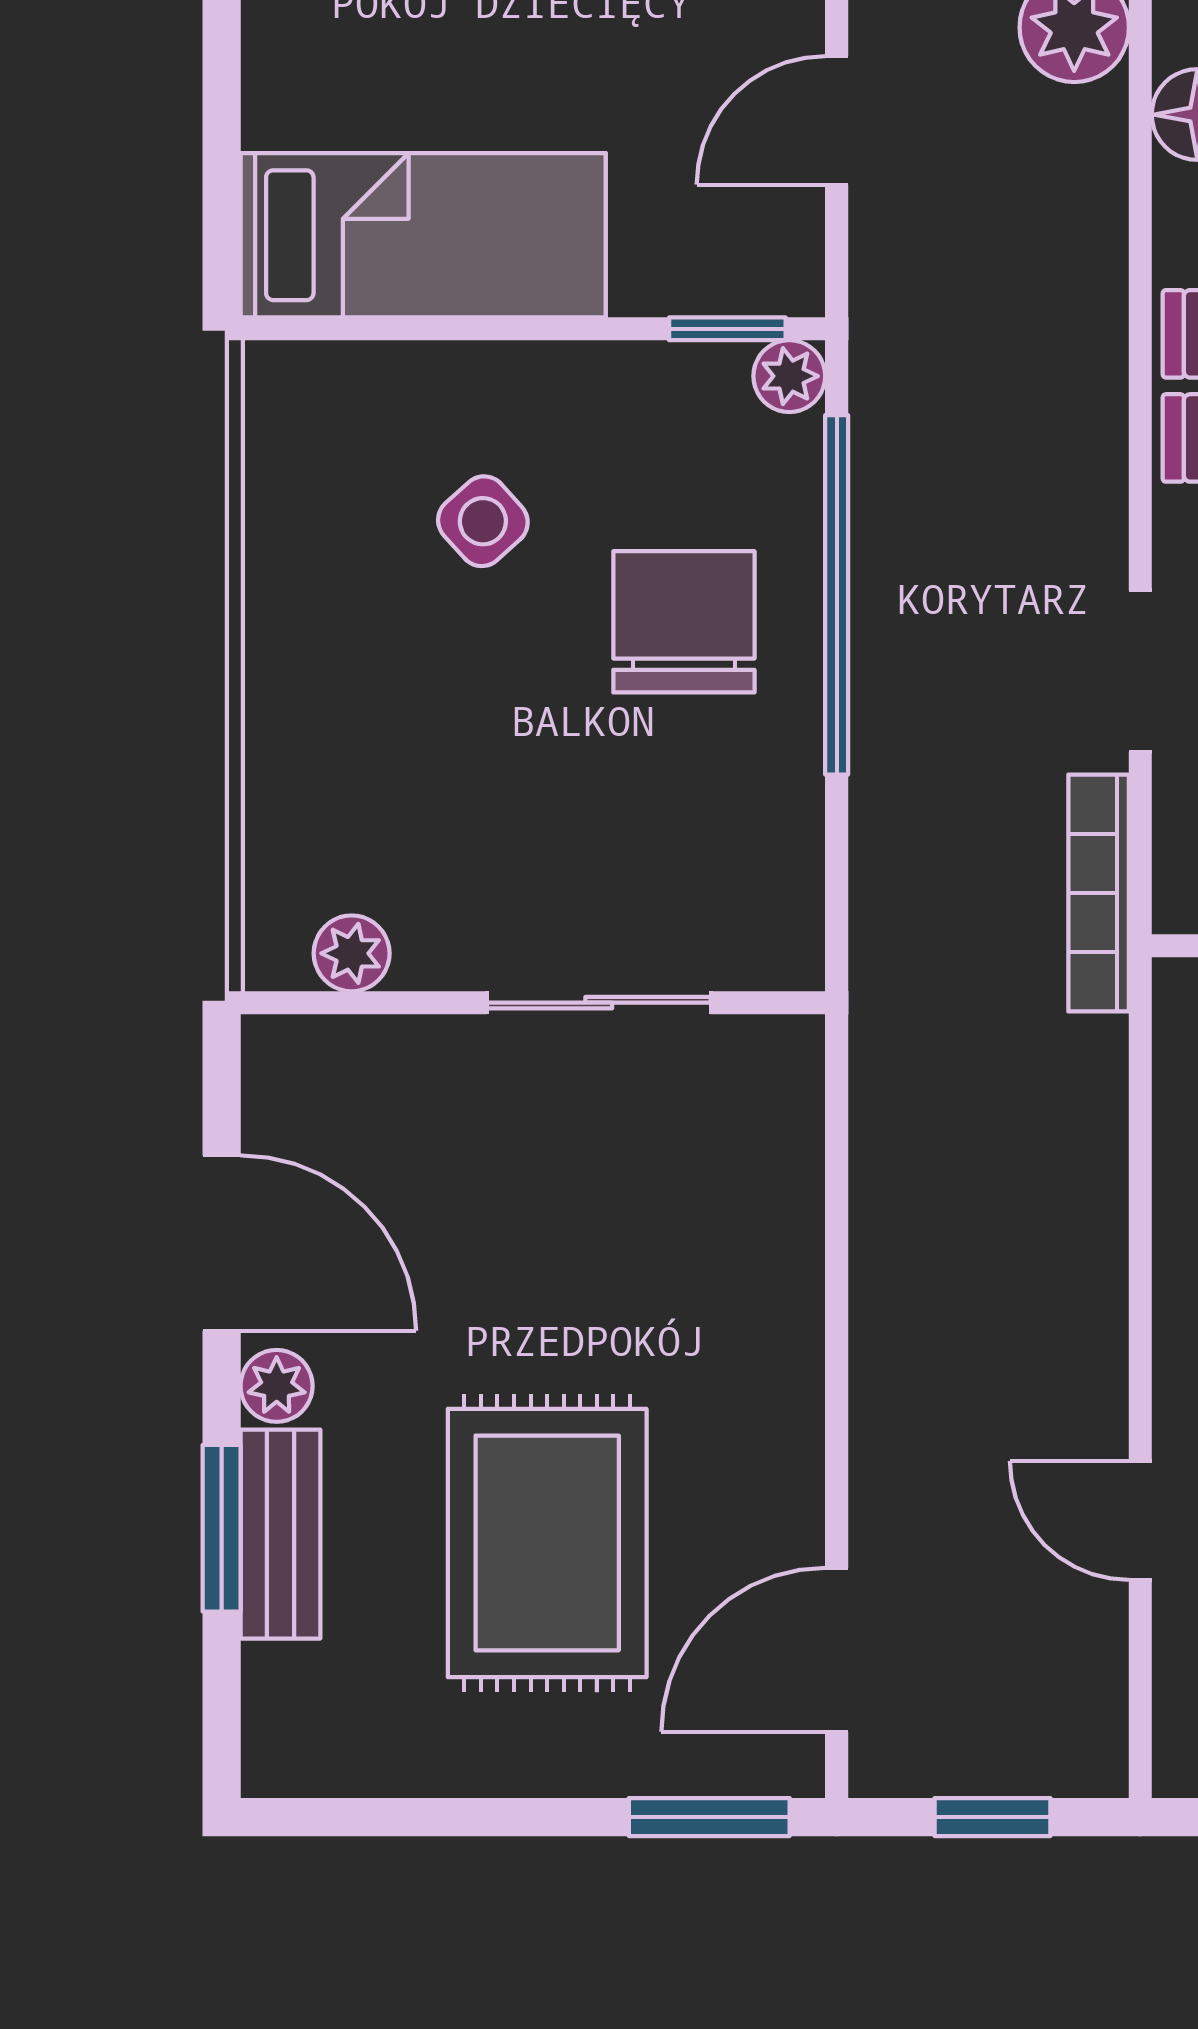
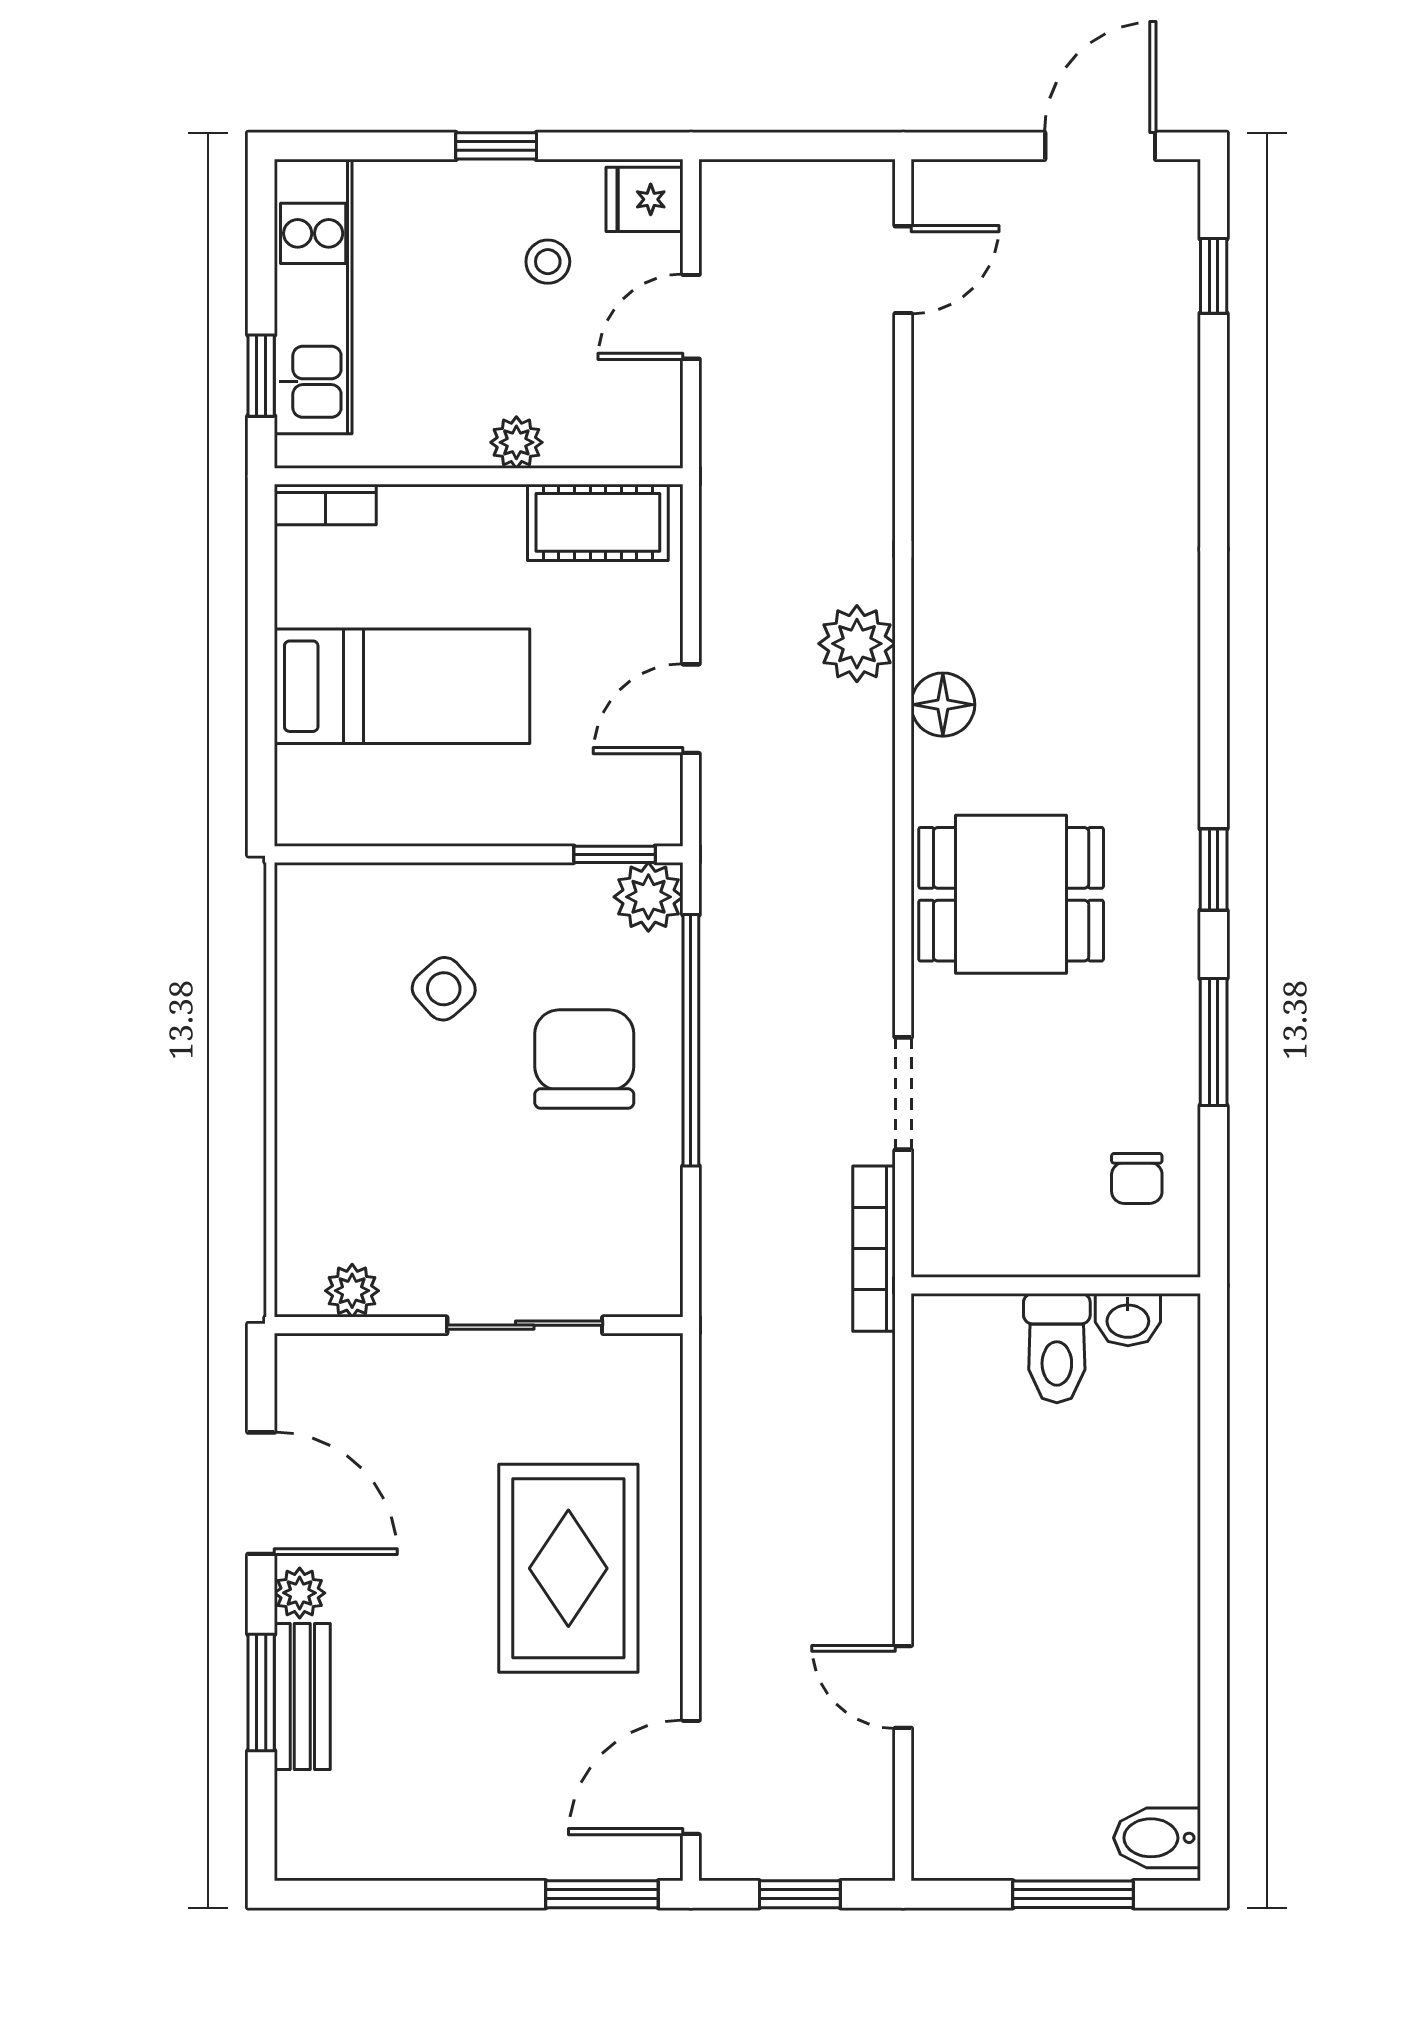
bed: (423, 235) -> (402, 686), moved
plant: (789, 376) -> (648, 897), width x1.38, depth x1.38
rug: (547, 1543) -> (568, 1568), moved

